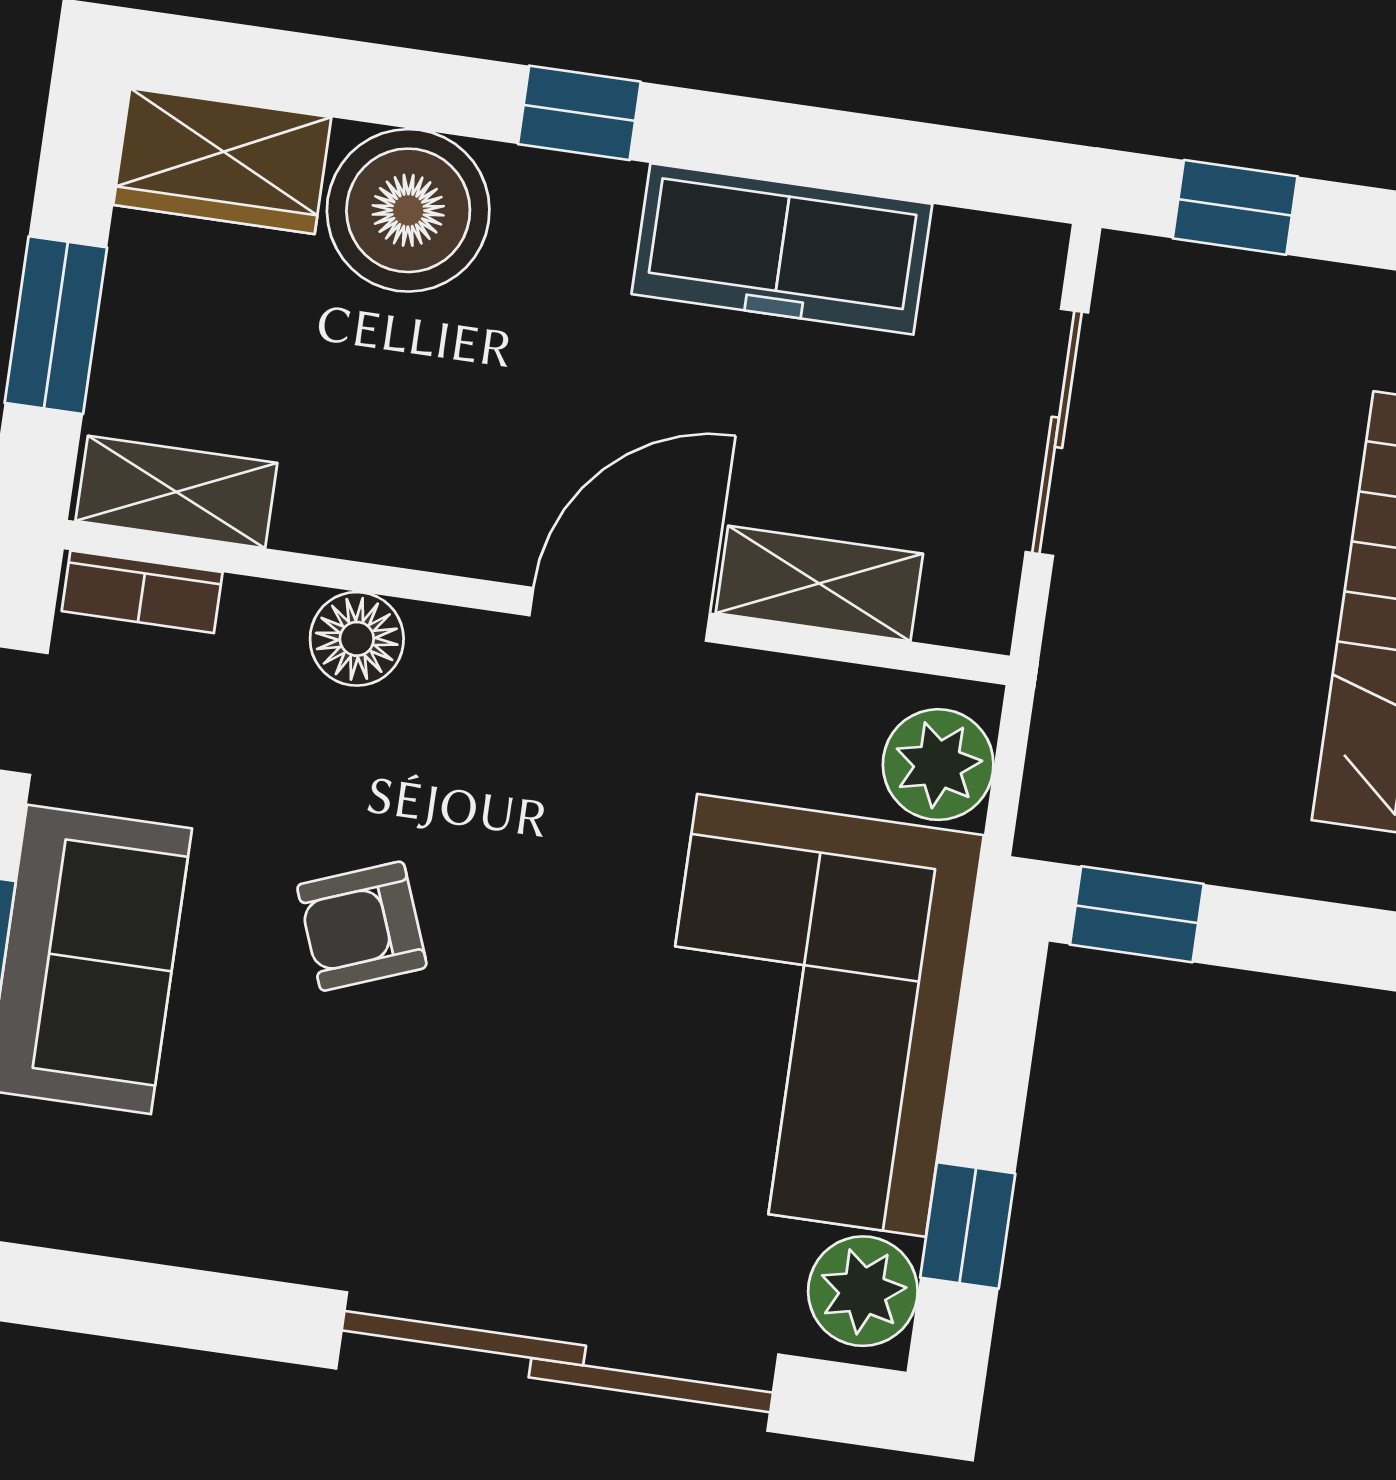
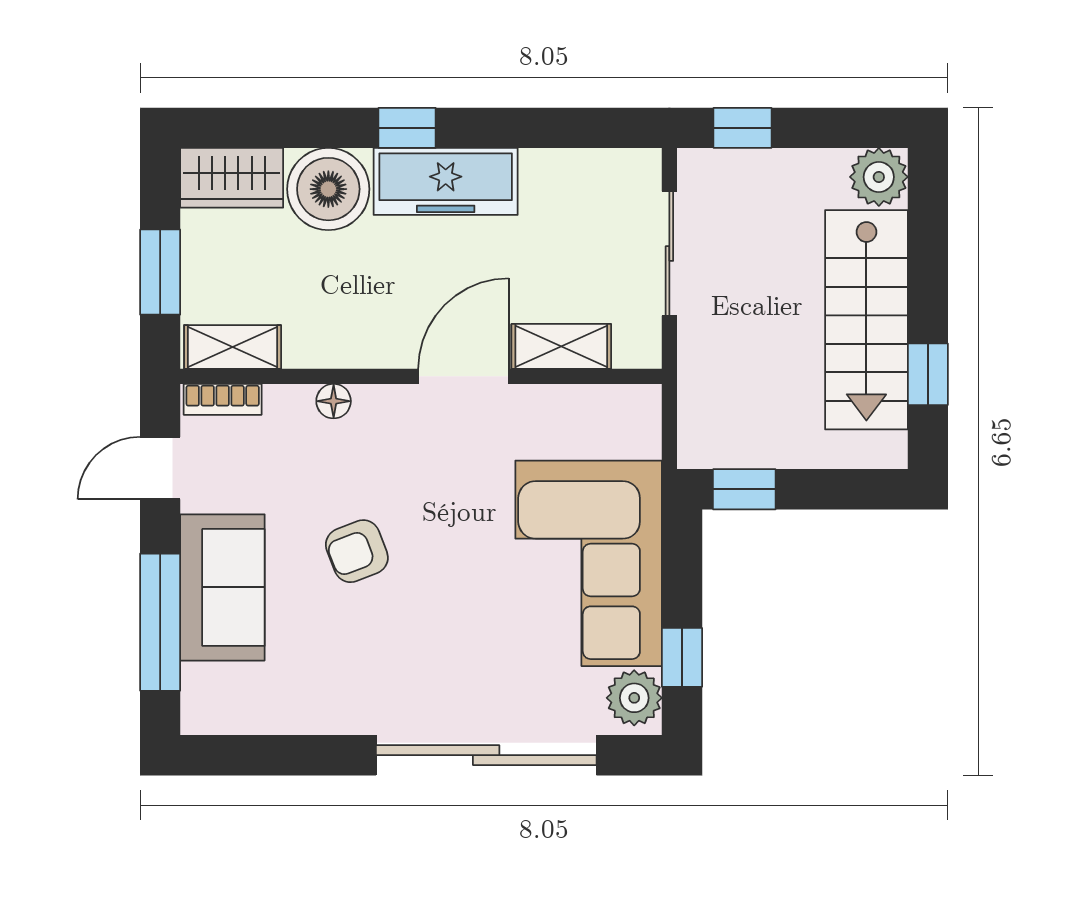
freezer: (782, 249) -> (446, 181), moved
floor lamp: (357, 639) -> (334, 401), width x0.73, depth x0.73
plant: (938, 765) -> (634, 429), removed

